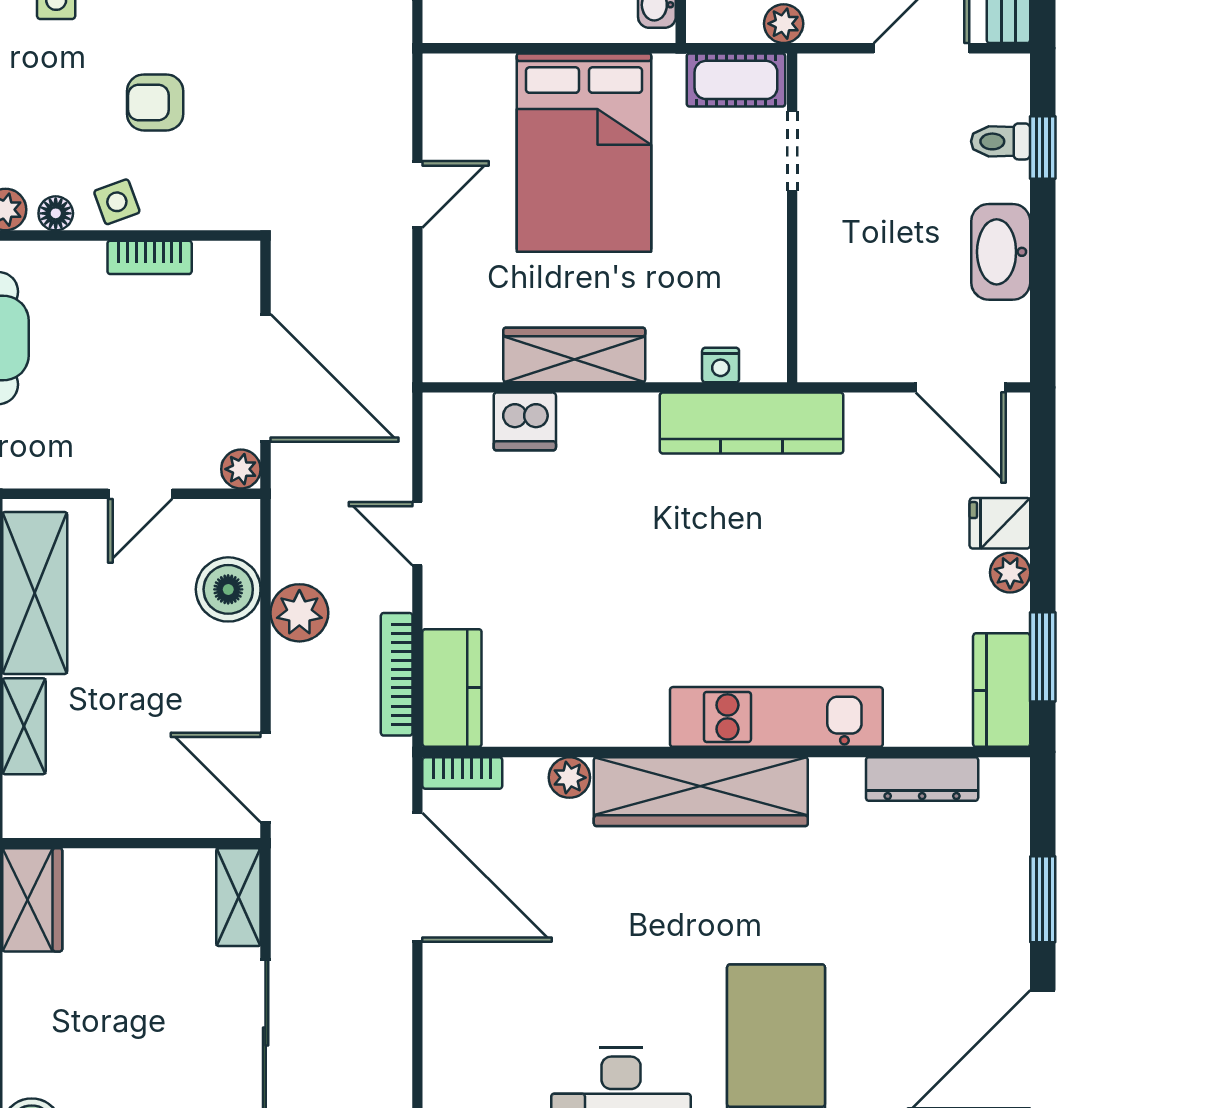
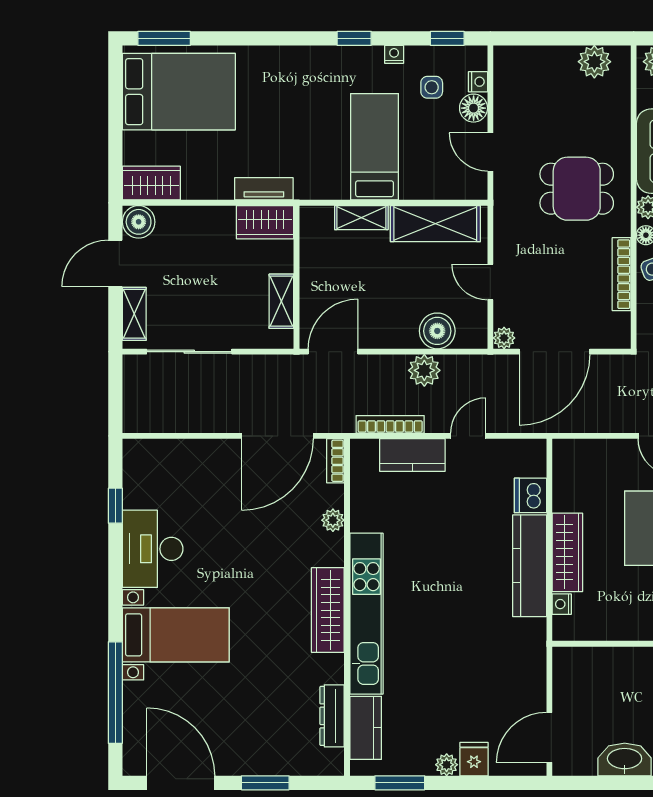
bookcase: (150, 257) -> (621, 274), width x1.56
wardrobe: (574, 355) -> (567, 552), moved
kitchen counter: (752, 423) -> (530, 566), moved
kitchen counter: (452, 688) -> (412, 455), moved
kitchen counter: (1002, 690) -> (366, 728), moved, turned 90
kitchen unit: (776, 717) -> (366, 614), width x1.36
wardrobe: (701, 792) -> (328, 610), width x0.71, depth x0.85
shelving: (238, 897) -> (281, 301), moved, turned 90

